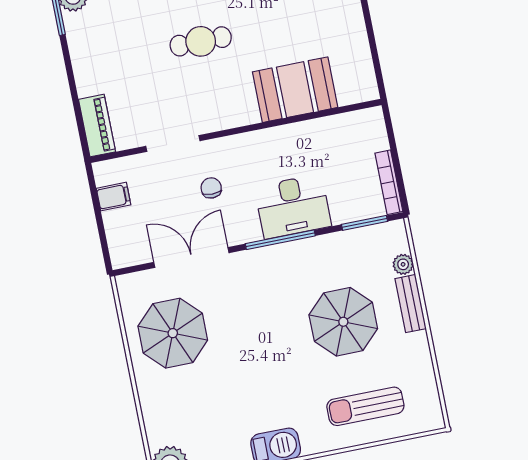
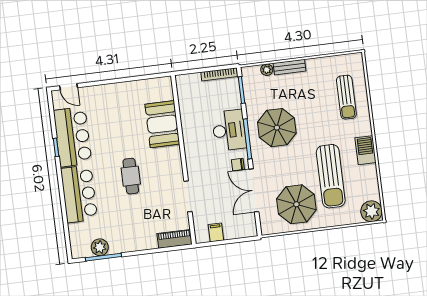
chair: (211, 188) -> (238, 165), moved
parasol: (343, 322) -> (277, 128), moved
sun lounger: (226, 389) -> (331, 176), added

